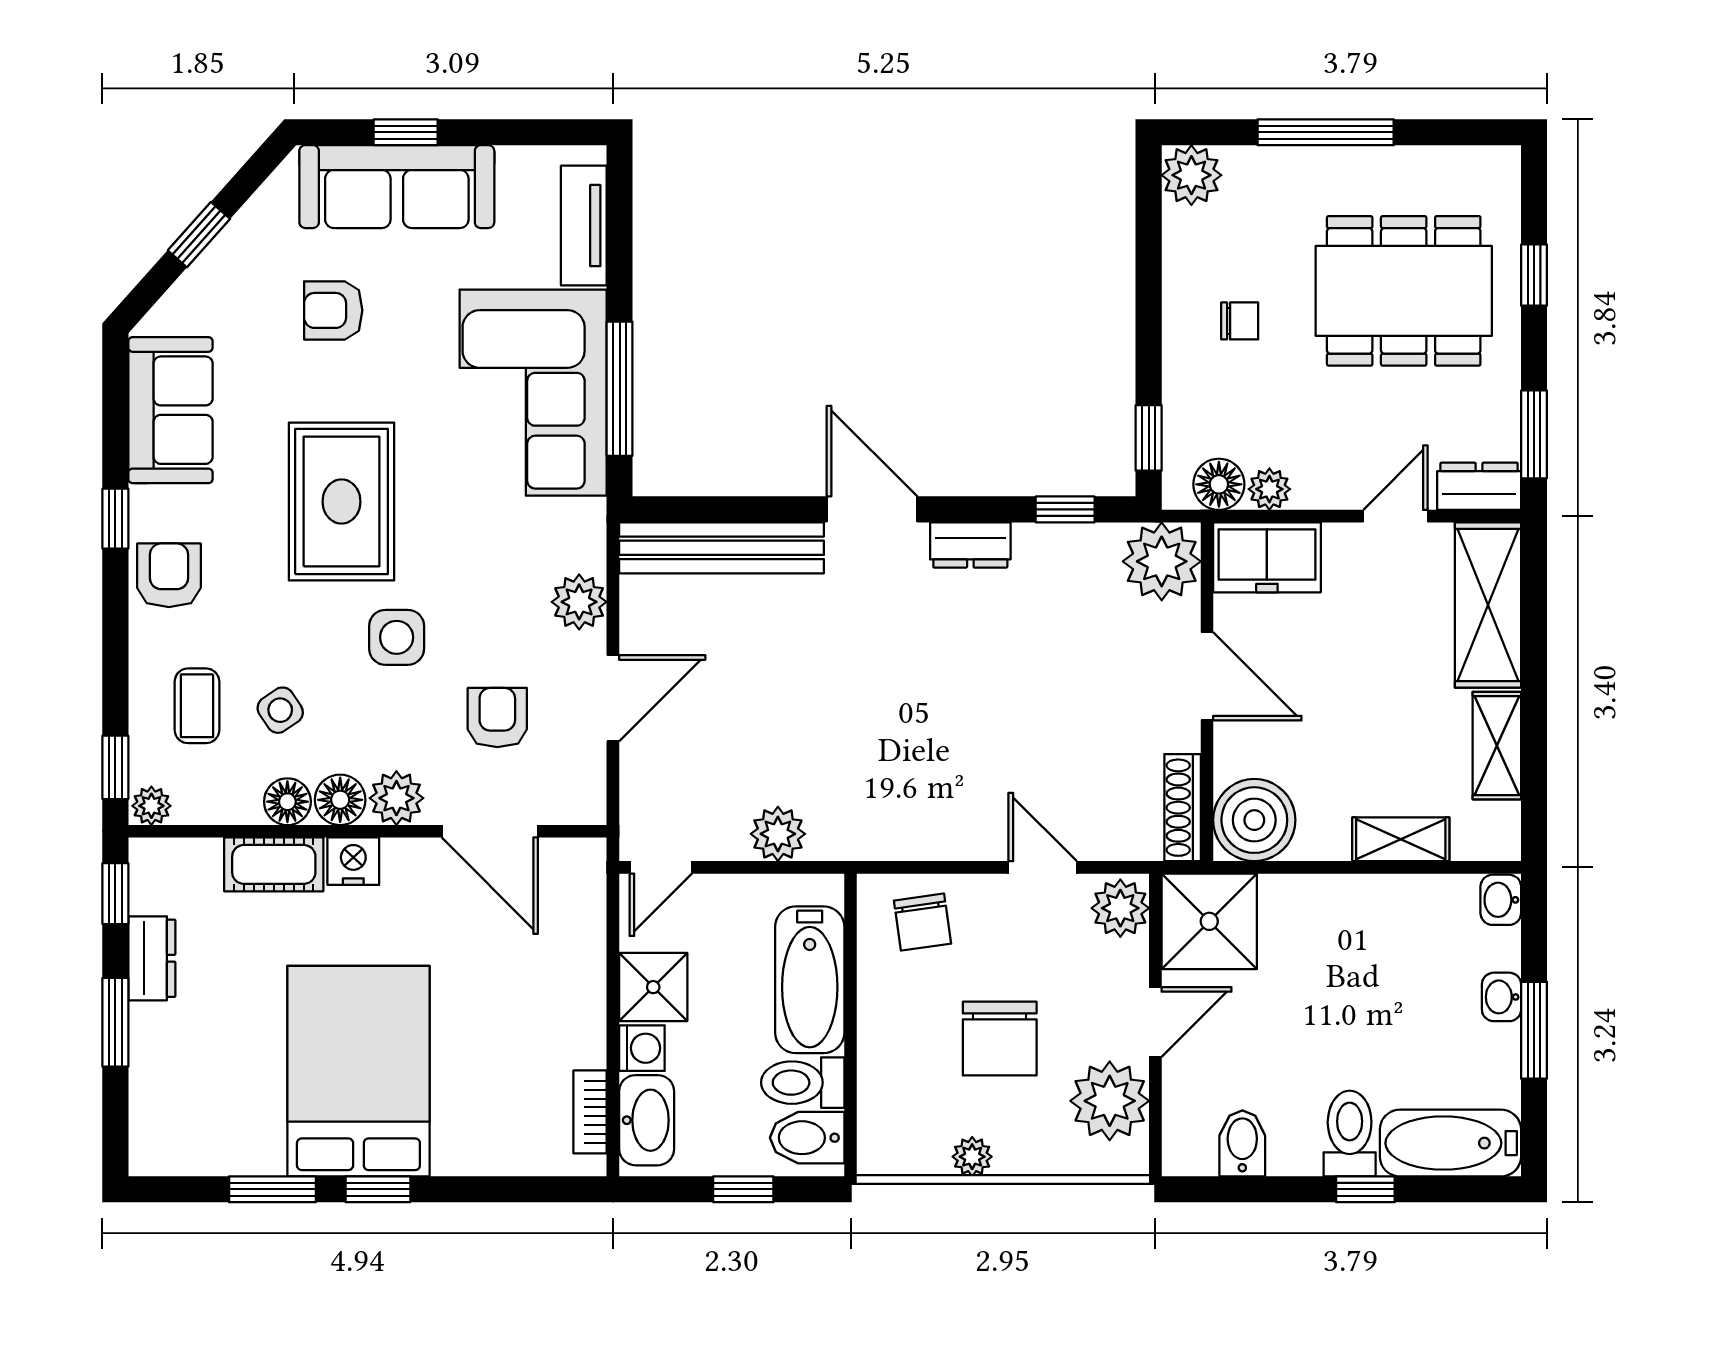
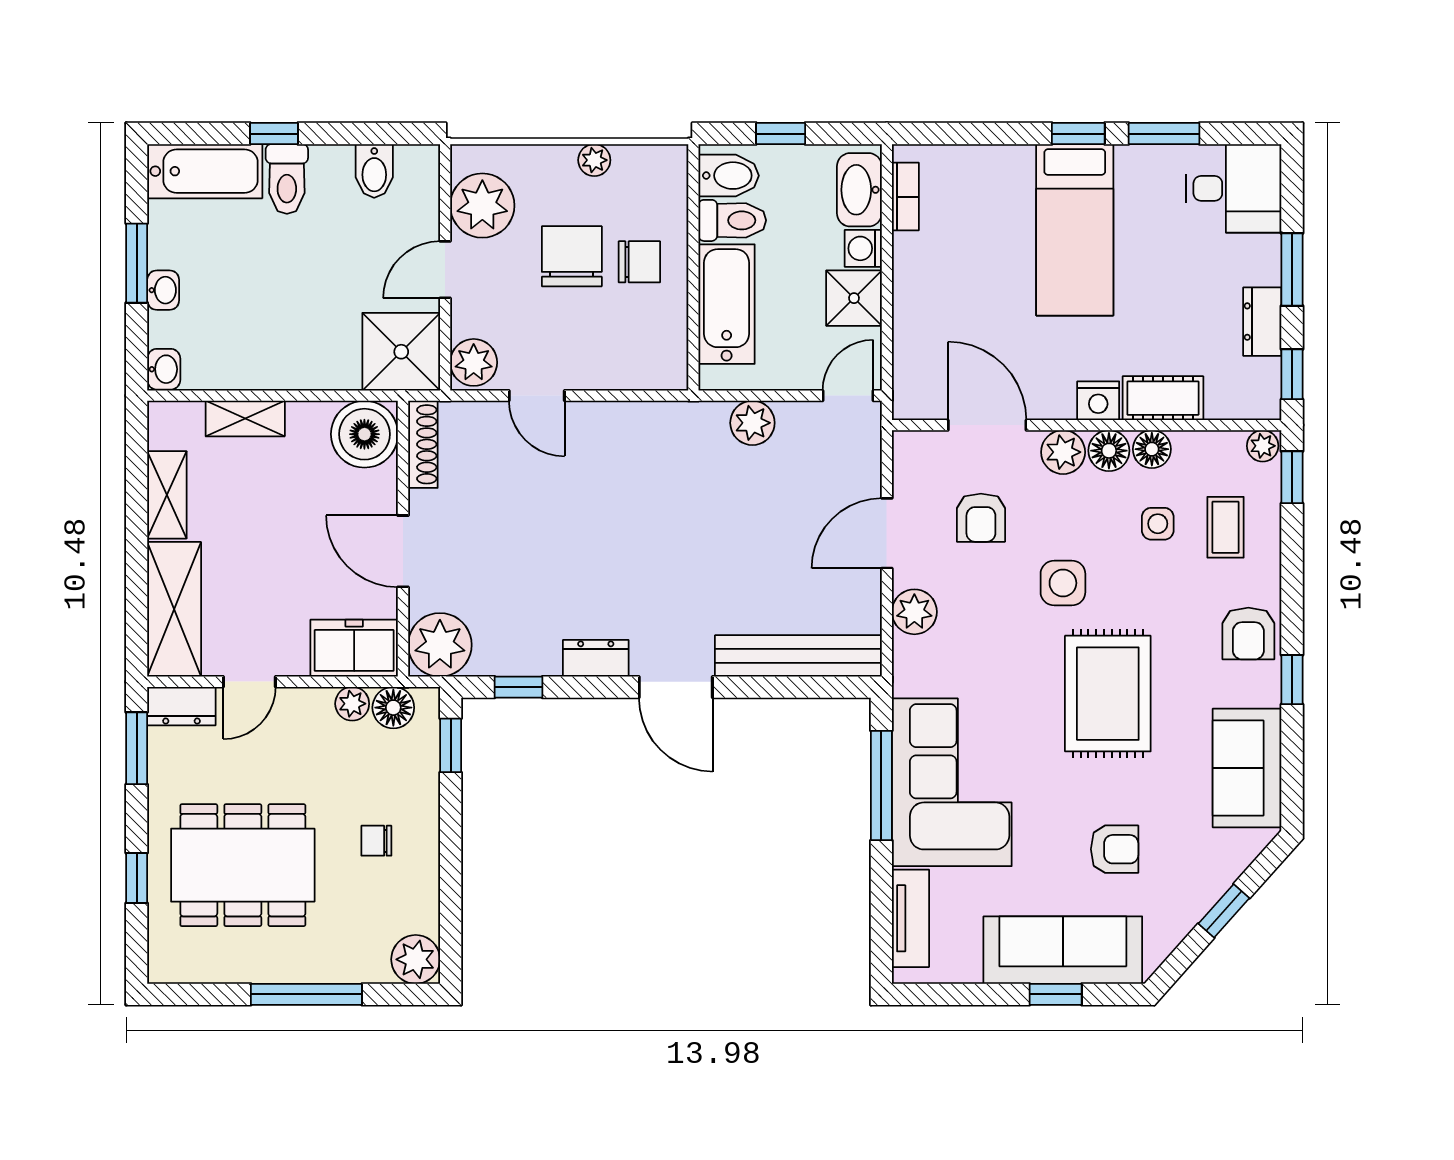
side table: (280, 710) -> (1158, 524), turned 34
chair: (923, 922) -> (639, 262), moved, turned 98
bed: (358, 1071) -> (1075, 230), width x0.67
desk: (187, 1122) -> (1234, 188), added

